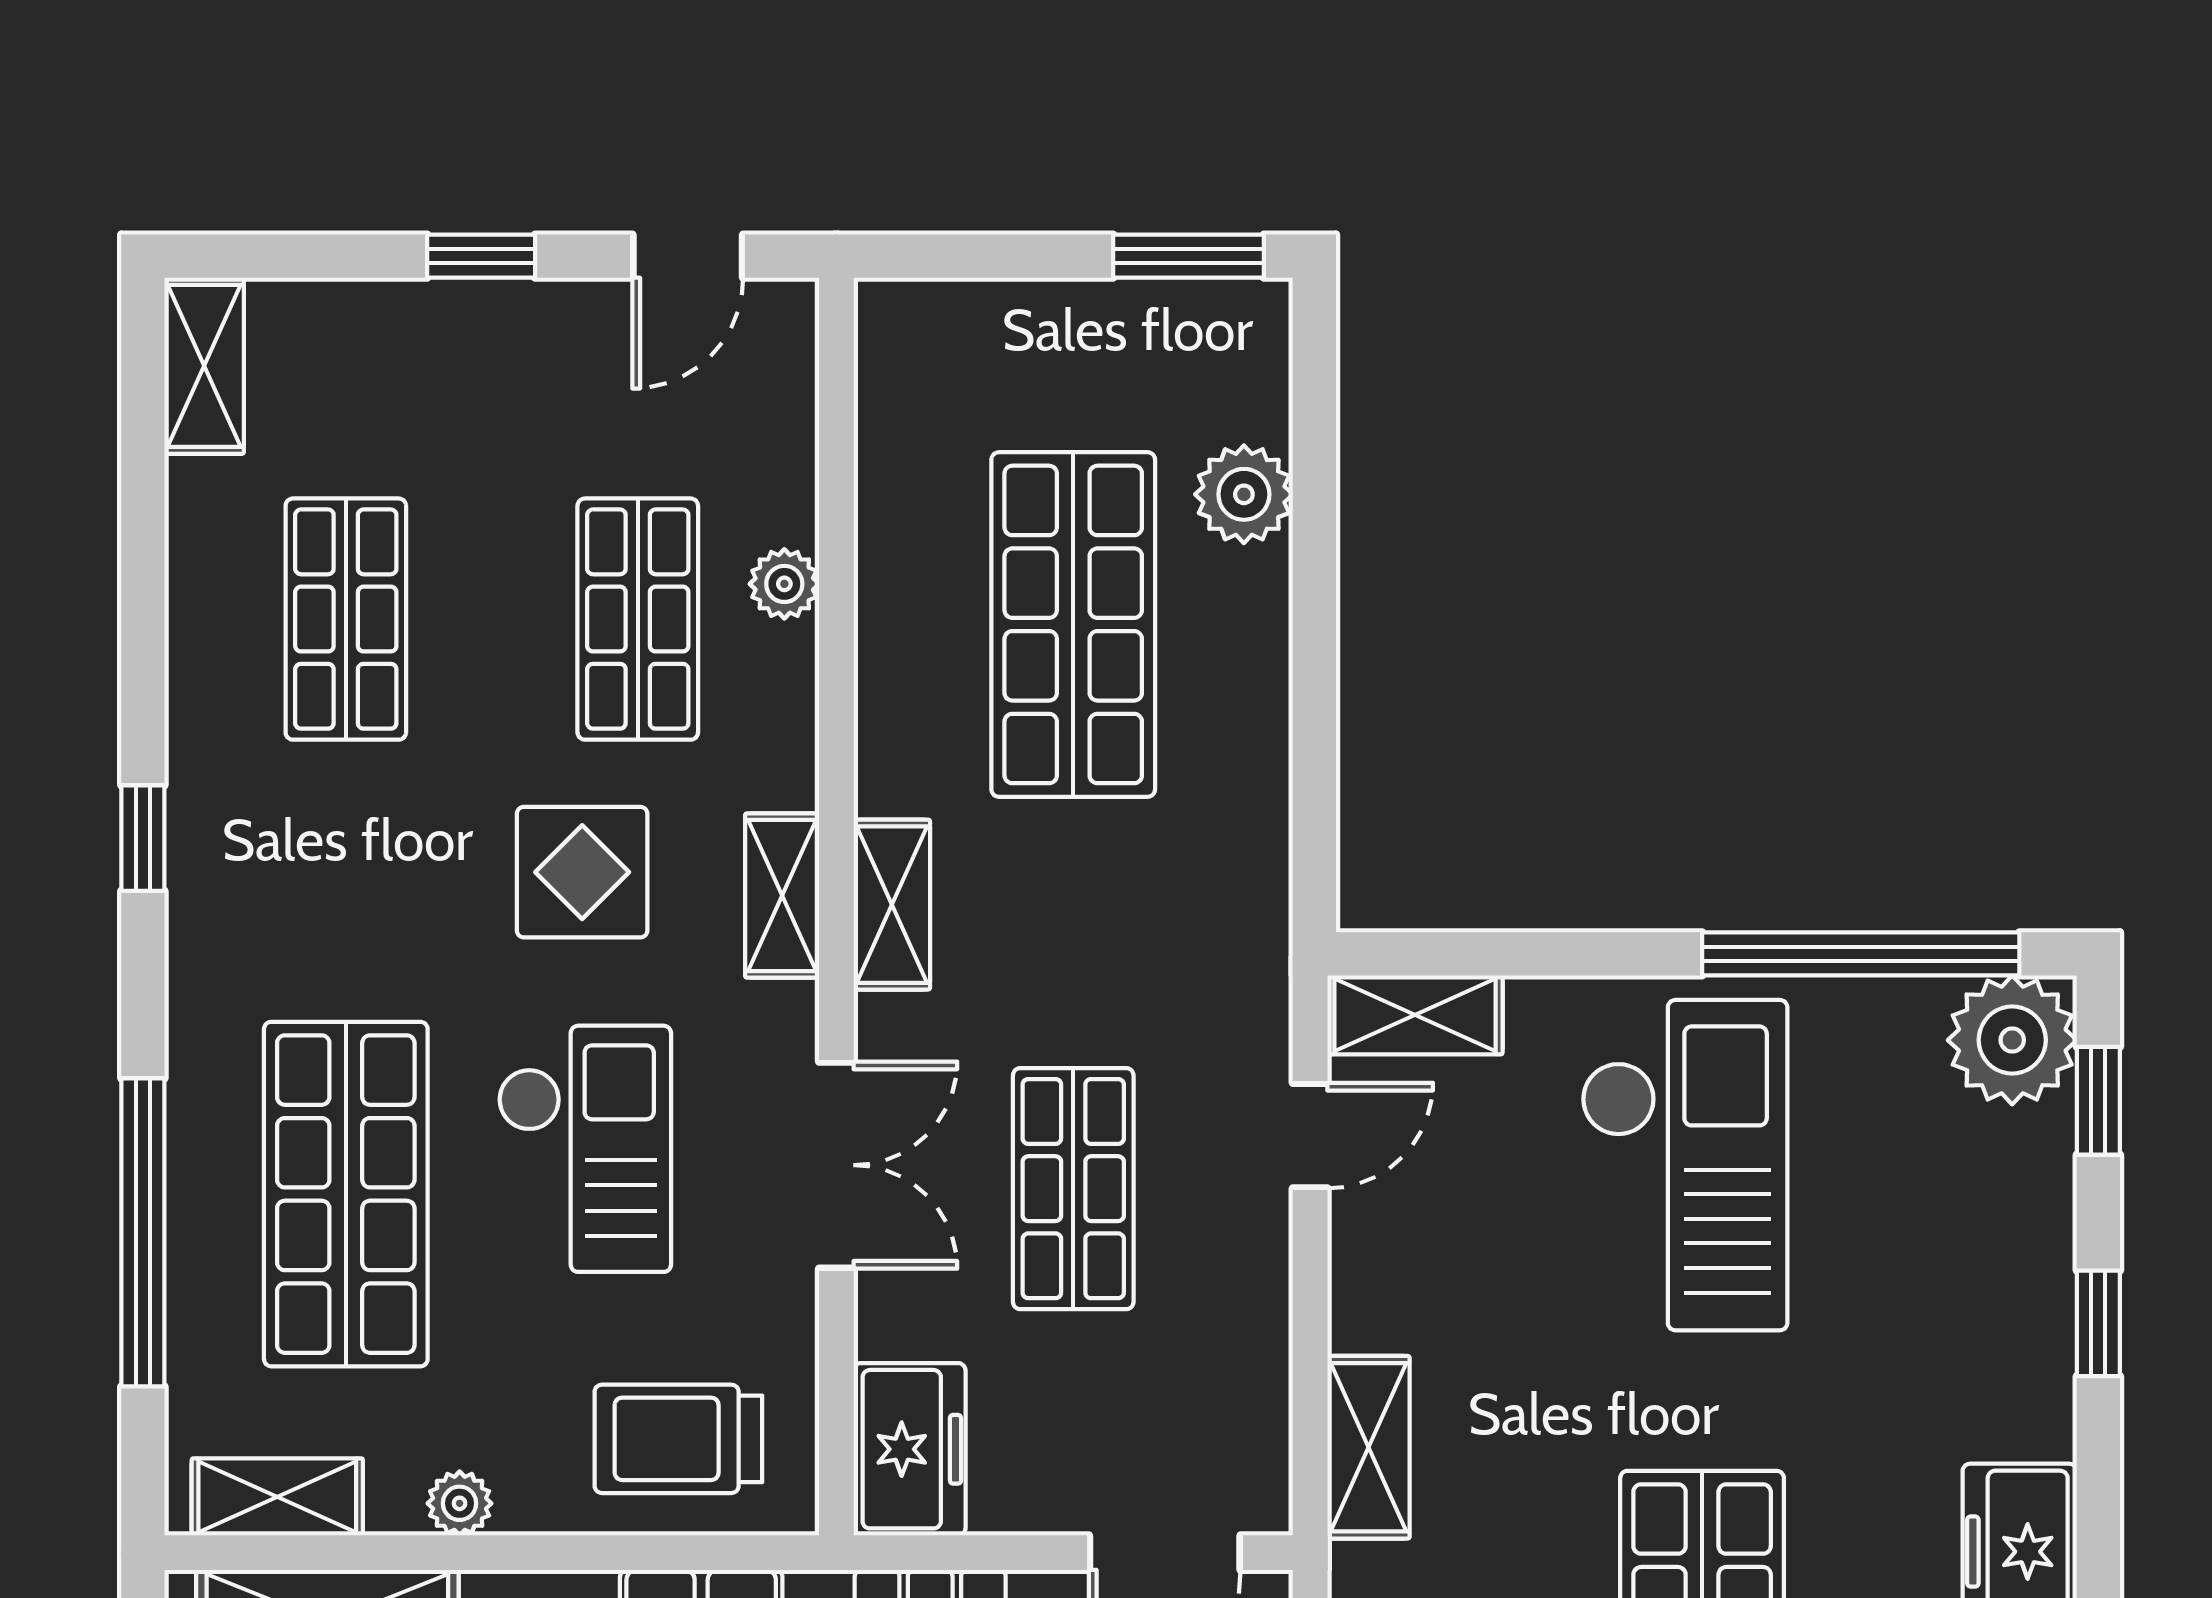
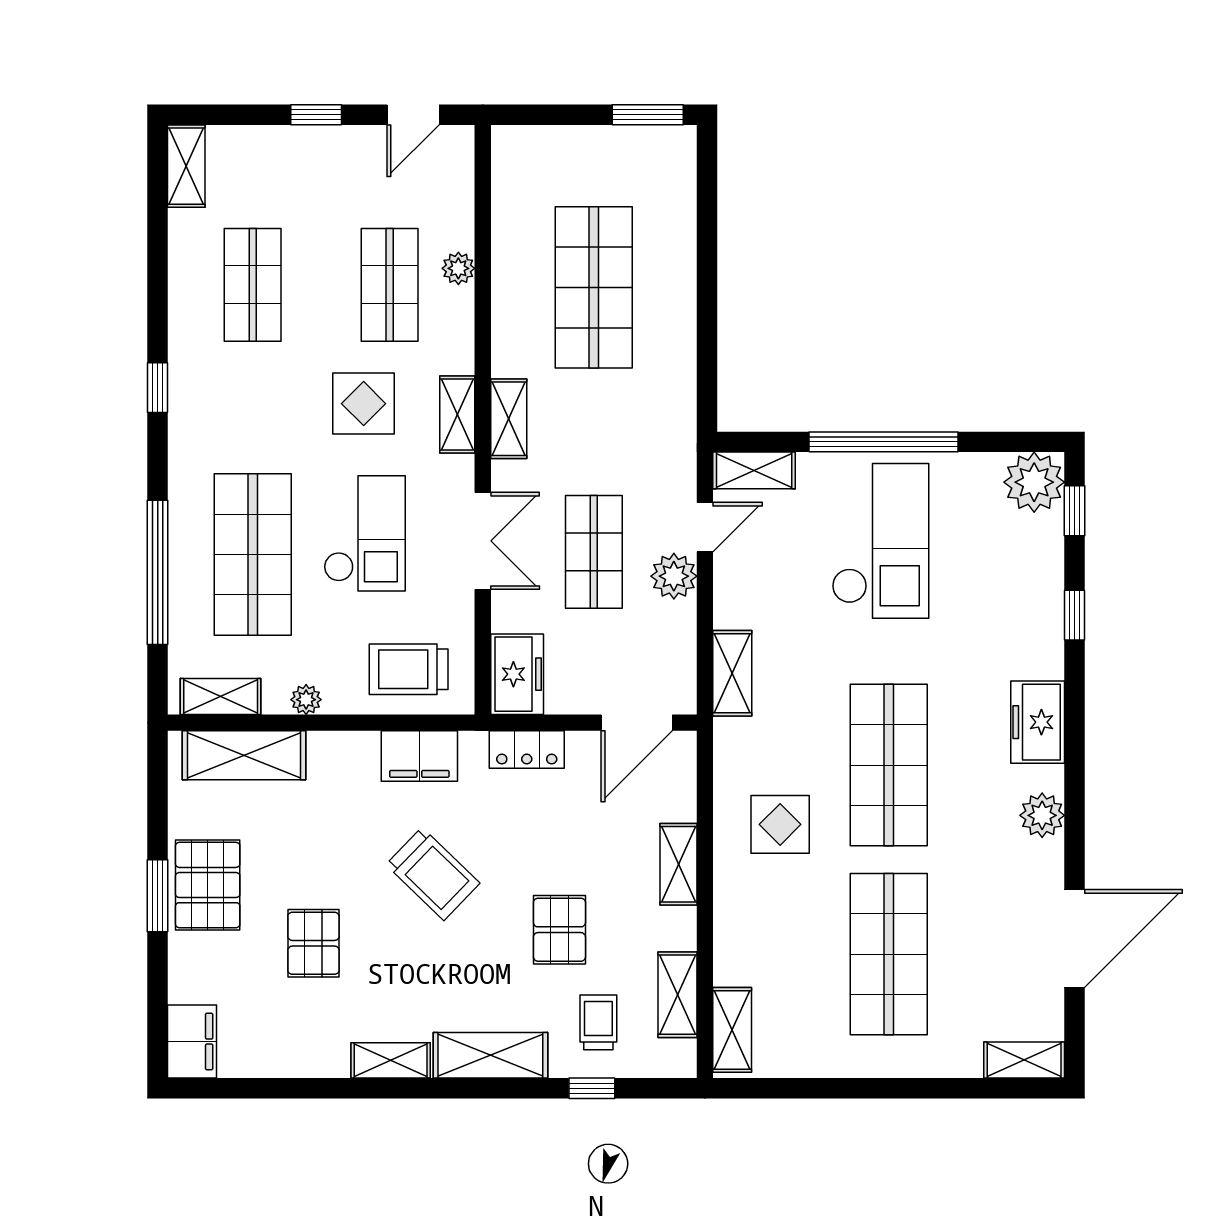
plant: (1244, 494) -> (674, 576), moved
window: (1861, 954) -> (883, 442), moved

